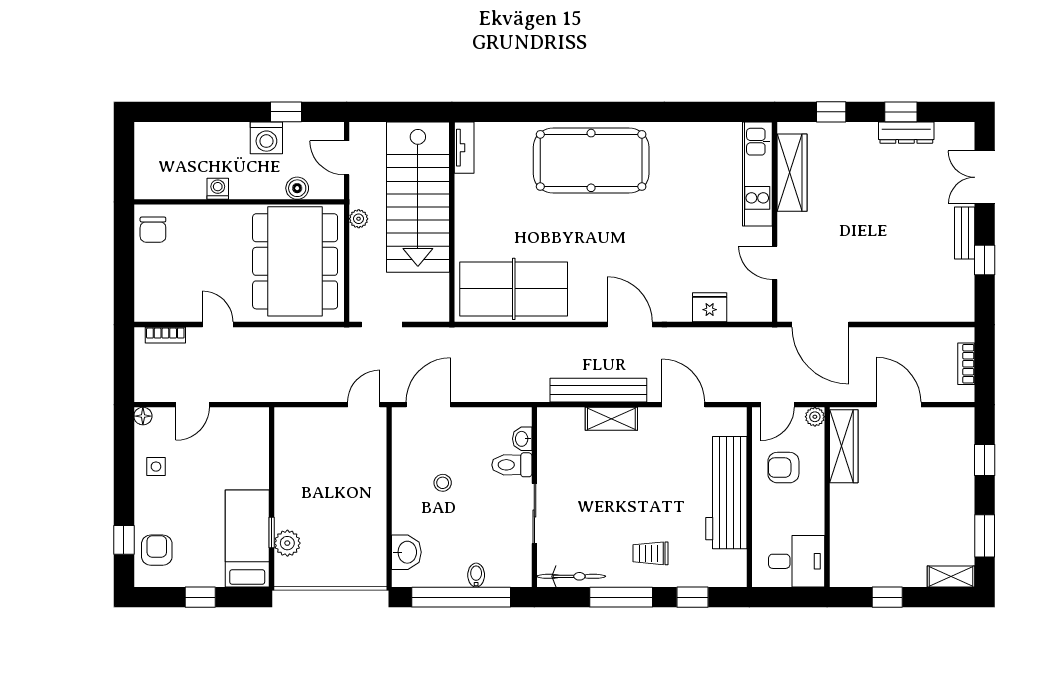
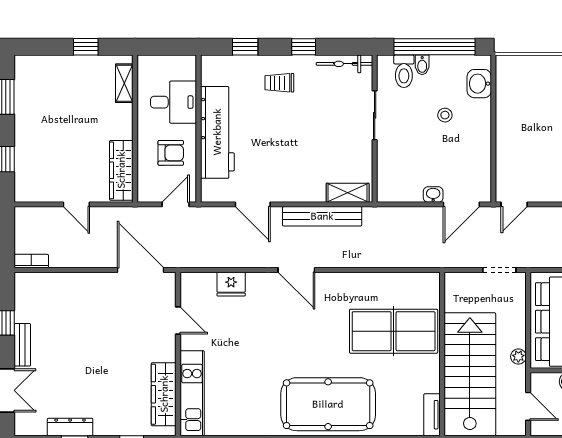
table tennis table: (514, 289) -> (394, 331), moved
bookcase: (966, 364) -> (31, 261), moved, turned -90
door: (899, 405) -> (76, 204), width x0.73
plant: (815, 417) -> (145, 194), removed
shelving: (611, 419) -> (348, 193), moved
washbasin: (522, 439) -> (433, 195), moved, turned -90
toilet: (512, 465) -> (404, 71), moved, turned 90
stool: (443, 483) -> (445, 115), moved
trolley: (651, 553) -> (279, 83), turned 180
desk: (797, 561) -> (174, 102), moved, turned 180
shelving: (951, 577) -> (124, 83), moved, turned 90
window: (621, 597) -> (304, 47), width x0.46

